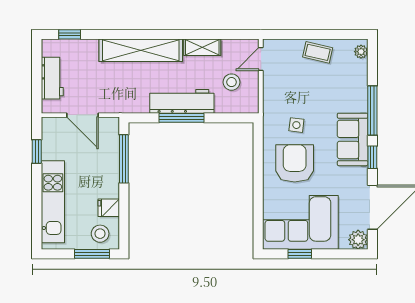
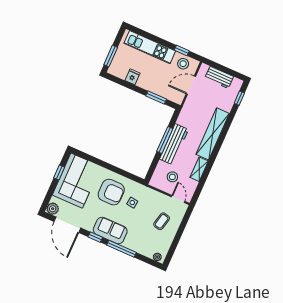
coffee table: (318, 52) -> (162, 221), moved
window: (124, 159) -> (156, 97), width x0.69
stool: (100, 234) -> (183, 64), moved

